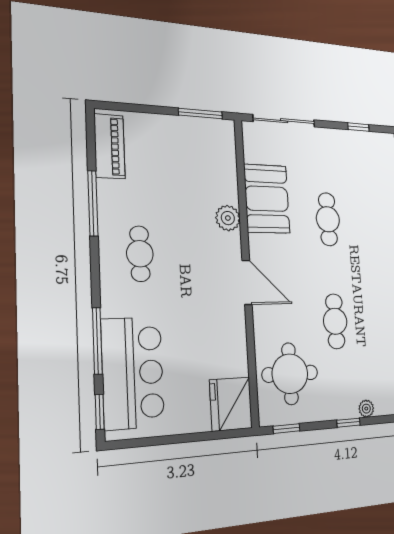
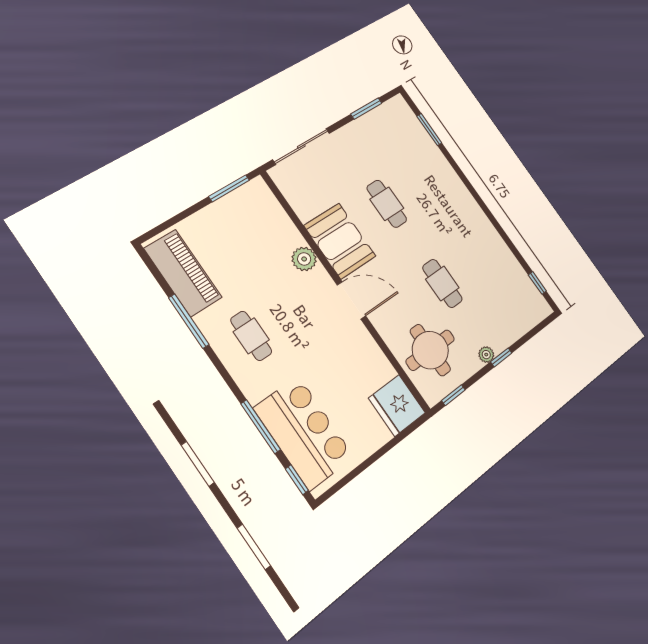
window: (358, 127) -> (366, 109), width x1.50
piano: (109, 146) -> (183, 273), width x1.37, depth x1.33
booth: (267, 199) -> (340, 241), moved
plant: (366, 409) -> (486, 355), moved

